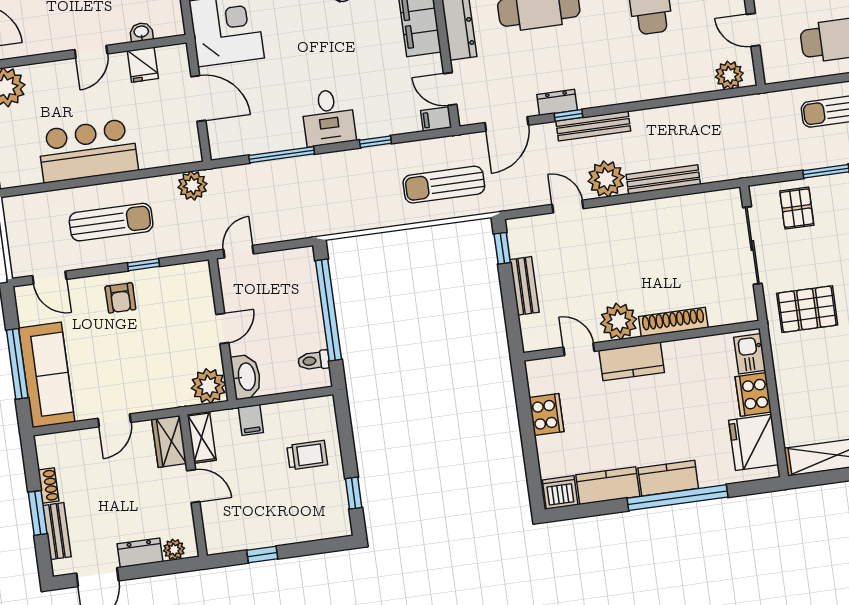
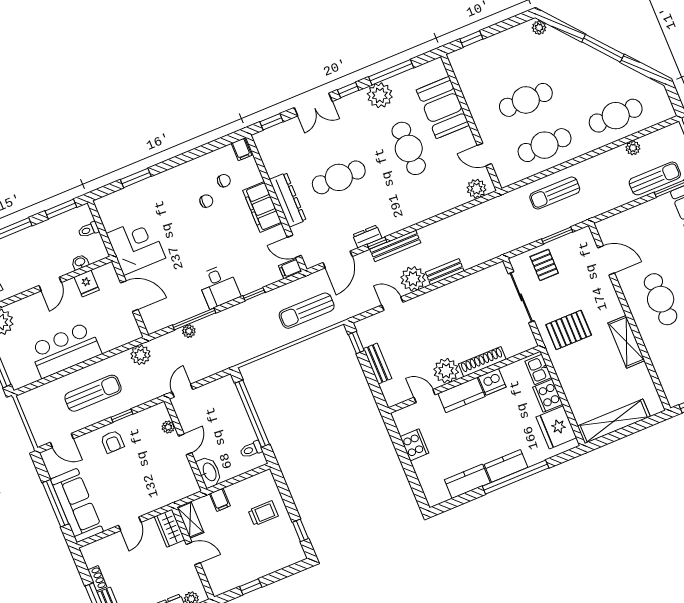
plant: (270, 170) -> (189, 331), added
bench: (663, 179) -> (445, 272), width x0.73
plant: (209, 386) -> (168, 427), moved, width x0.53, depth x0.53
dishwasher: (560, 492) -> (492, 382), moved, turned 180

